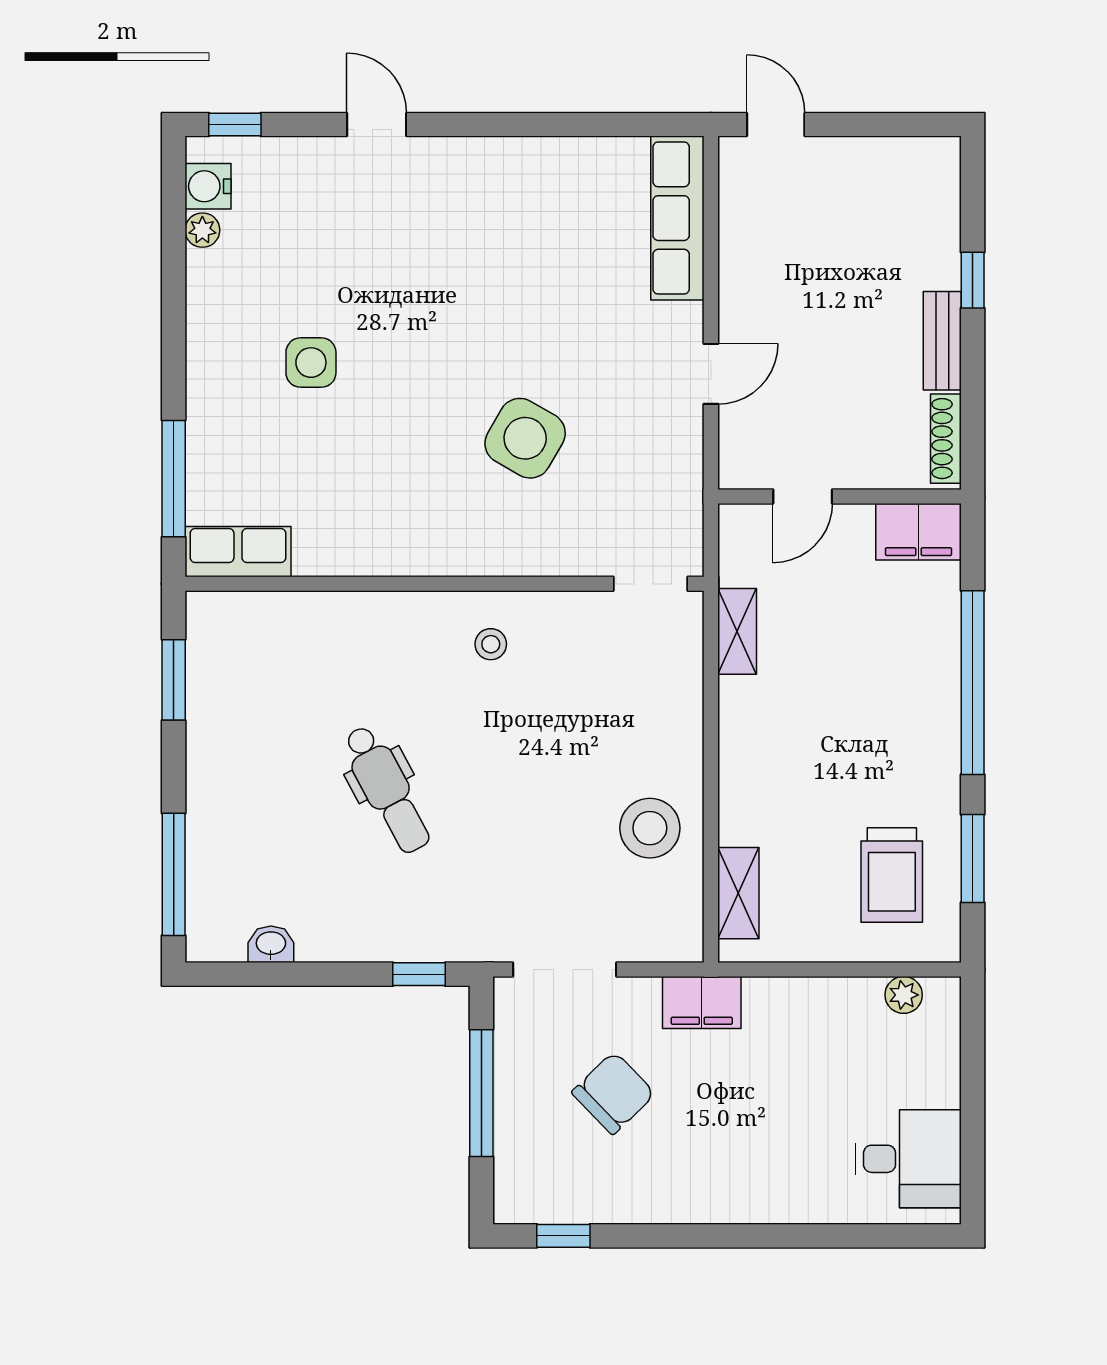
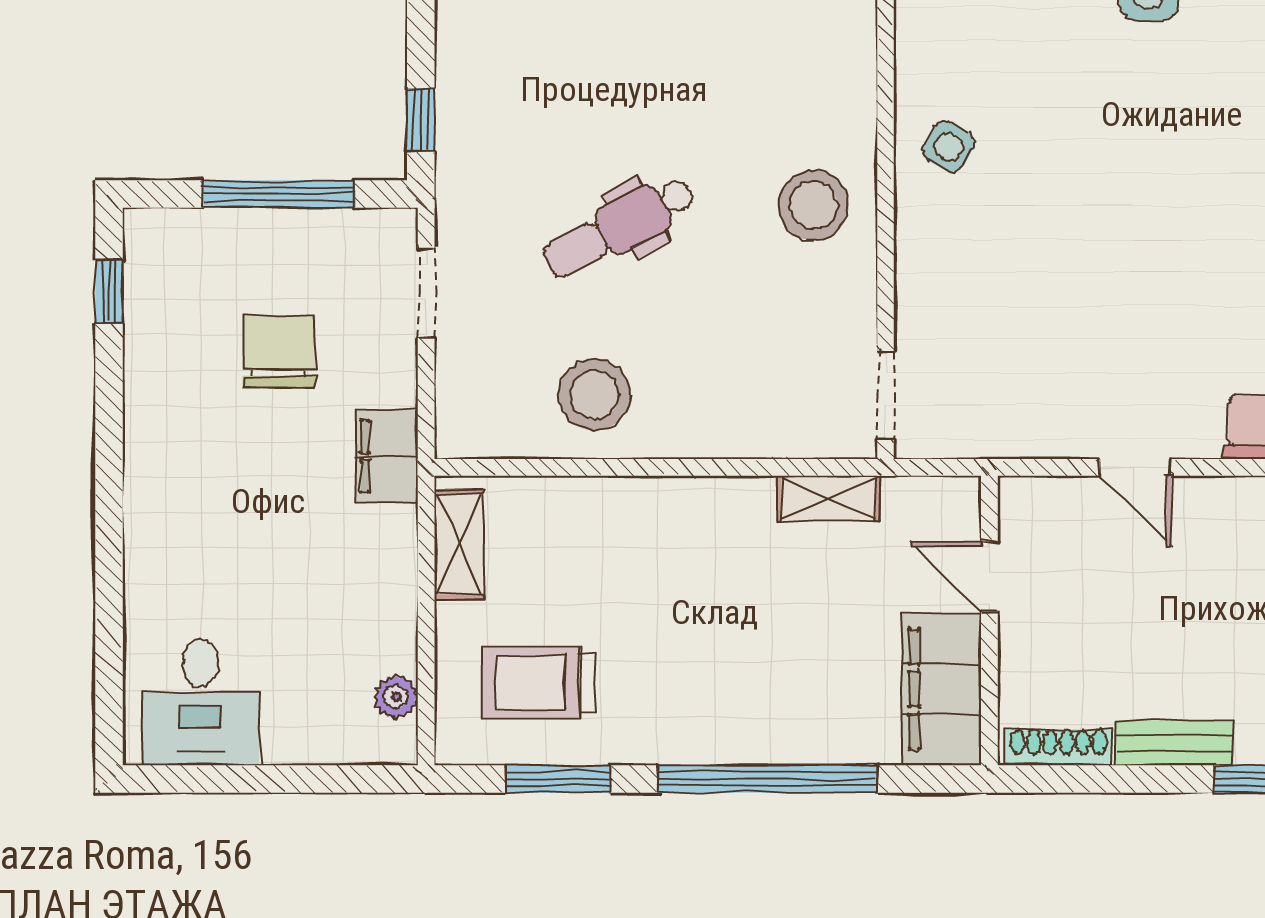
side table: (525, 438) -> (949, 146), moved, width x0.54, depth x0.54
filing cabinet: (919, 532) -> (942, 689), width x1.50, depth x1.17
stool: (491, 644) -> (813, 205), width x1.89, depth x1.89
dental chair: (387, 789) -> (619, 227), moved
shelving: (738, 893) -> (459, 544), moved, turned 90
doorway: (565, 969) -> (426, 293), width x0.73
chair: (613, 1093) -> (279, 351), turned -136

